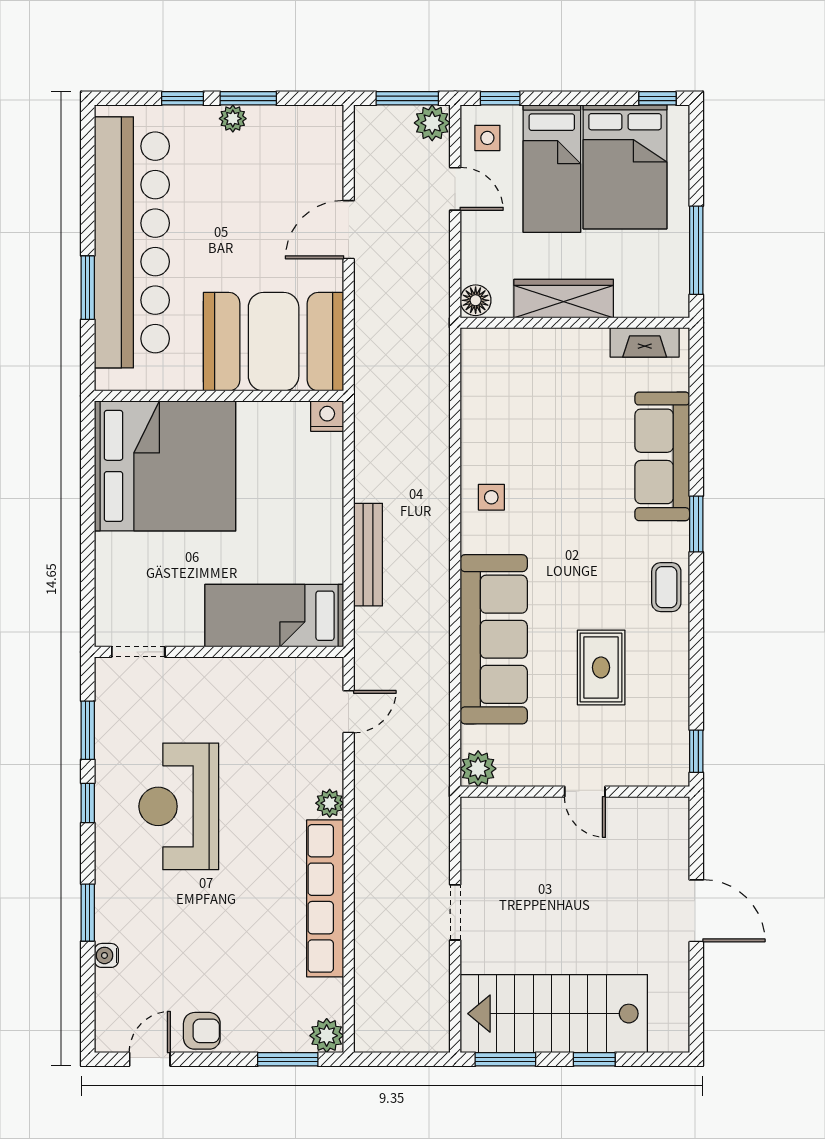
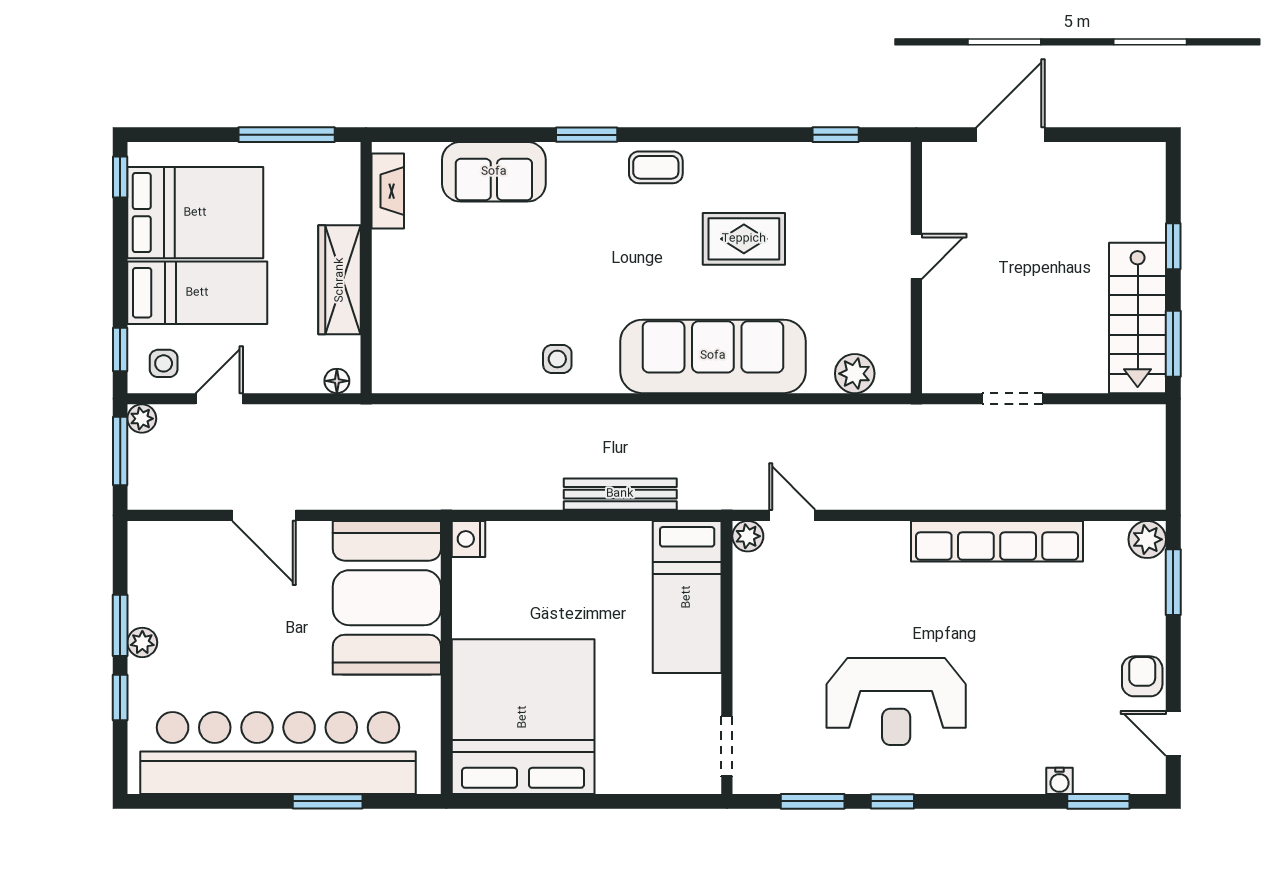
plant: (432, 123) -> (142, 419), width x0.73, depth x0.73
floor lamp: (476, 300) -> (337, 381), width x0.73, depth x0.73
sofa: (662, 456) -> (494, 172), width x0.73
wall: (575, 792) -> (916, 268), moved
door: (585, 792) -> (916, 256), moved
plant: (330, 803) -> (748, 536), moved
window: (88, 913) -> (1098, 801), moved
stairs: (554, 1014) -> (1138, 318), width x0.73, depth x0.66

